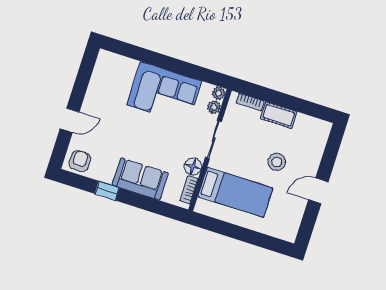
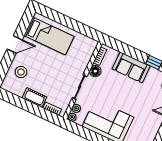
stool: (277, 162) -> (21, 72), moved
bed: (235, 192) -> (49, 36), moved, turned 180

